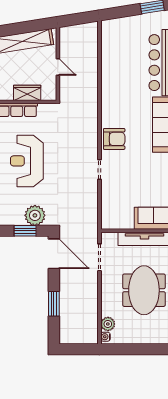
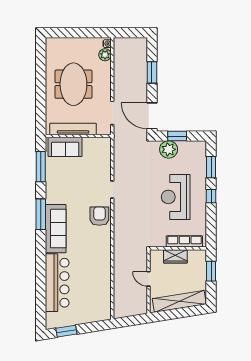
armchair: (114, 139) -> (99, 216), turned 90
reception desk: (27, 161) -> (176, 197), turned 180

